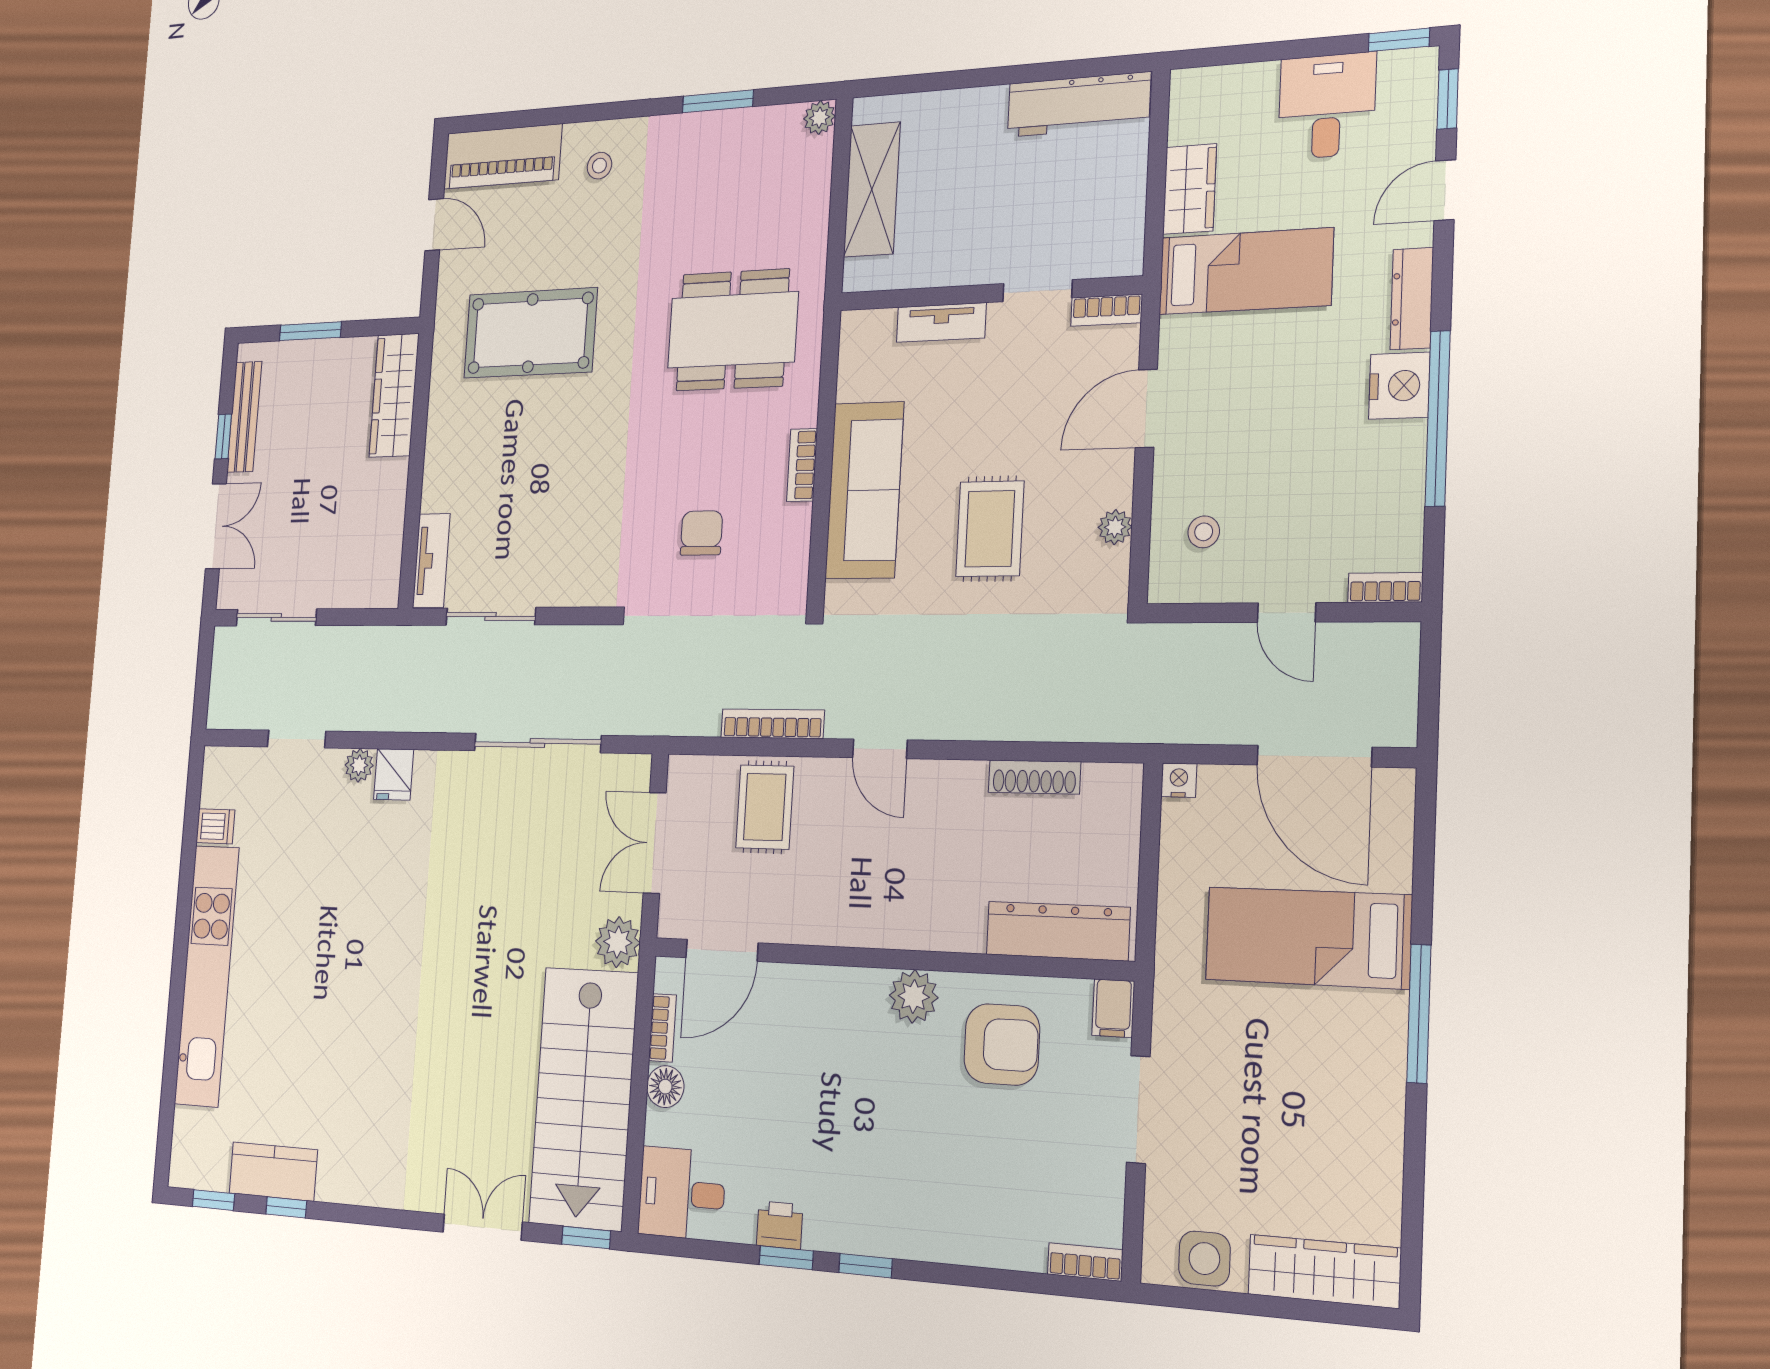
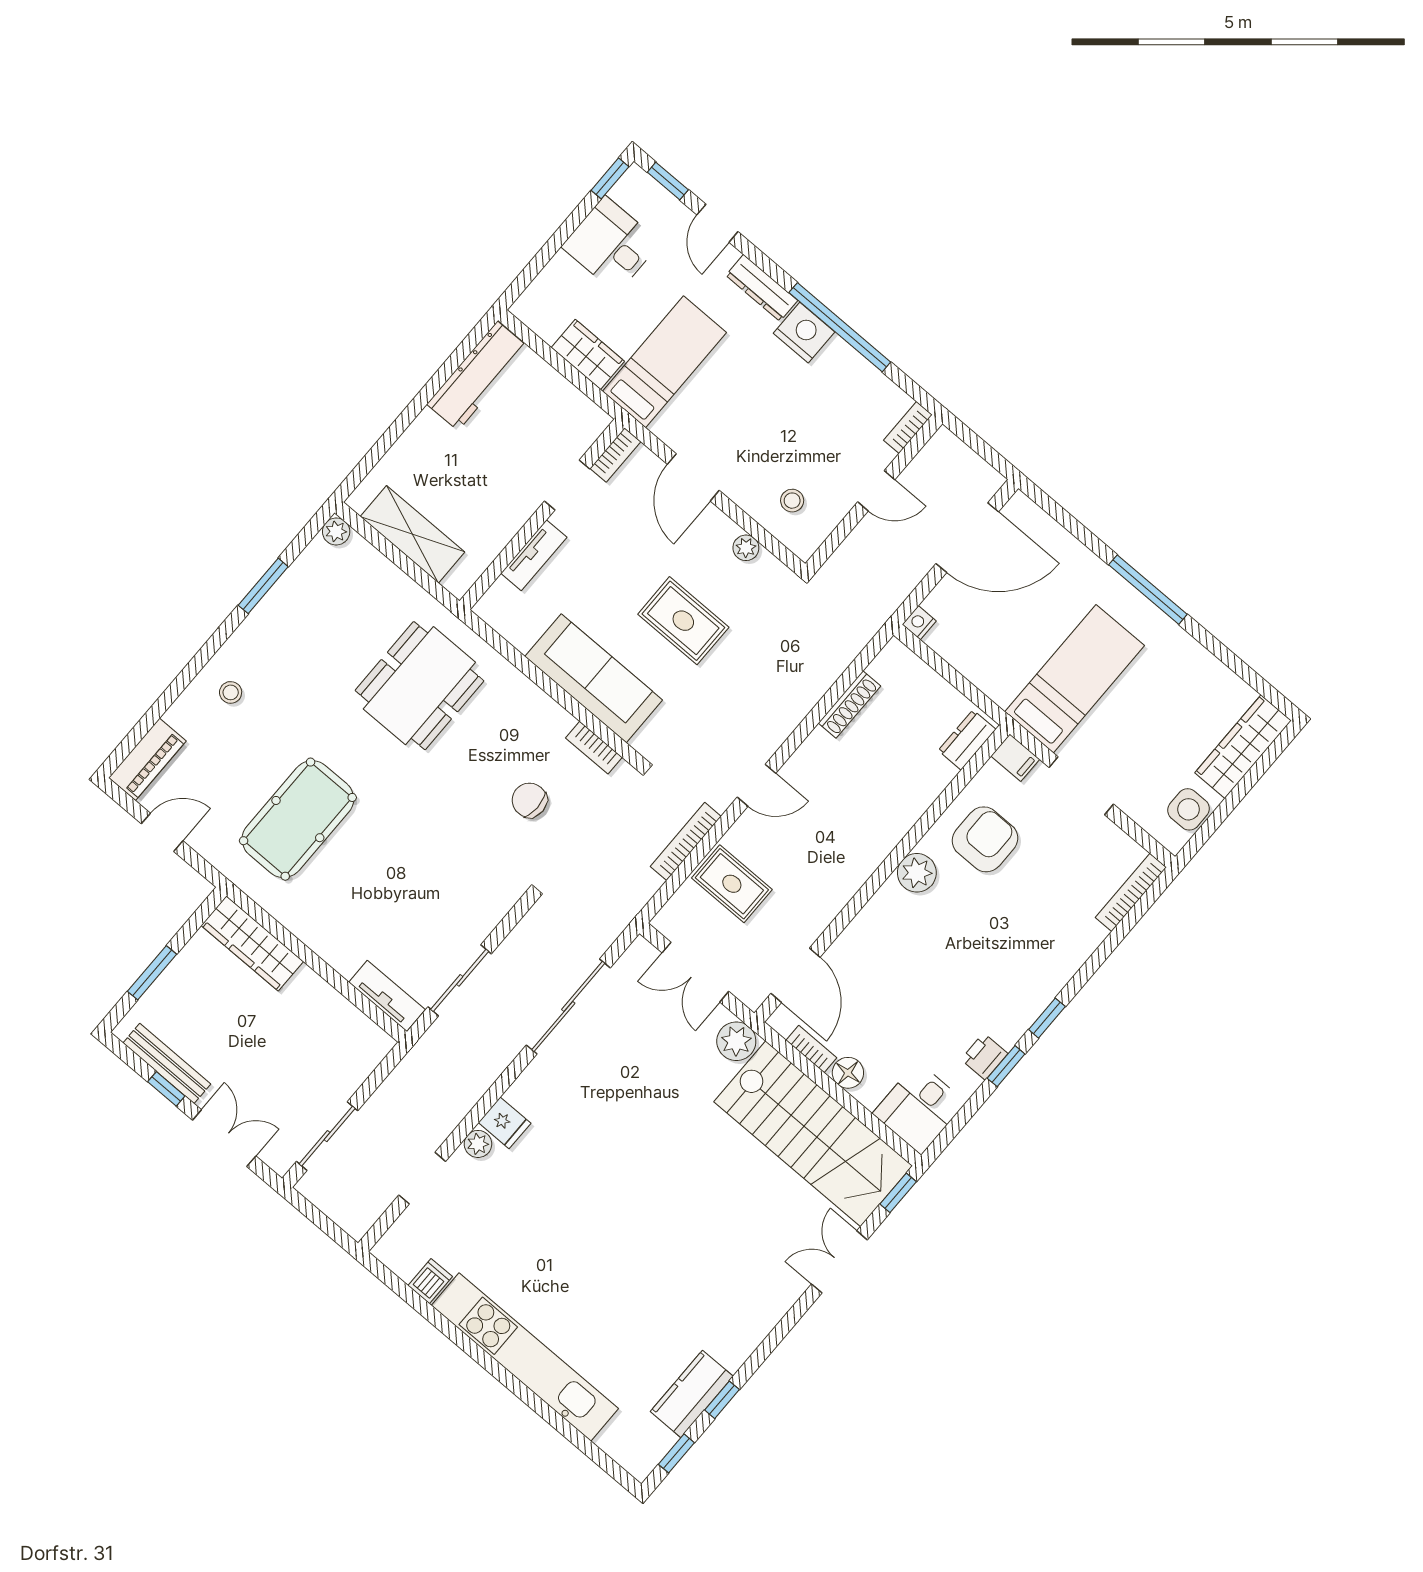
piano: (503, 156) -> (147, 759), width x0.73, depth x0.75
bookcase: (802, 465) -> (594, 748), moved
dresser: (1058, 931) -> (967, 740), width x0.51, depth x0.80
bed: (1308, 938) -> (1075, 679), moved, turned 180
bookcase: (1085, 1262) -> (1131, 892), width x1.56

